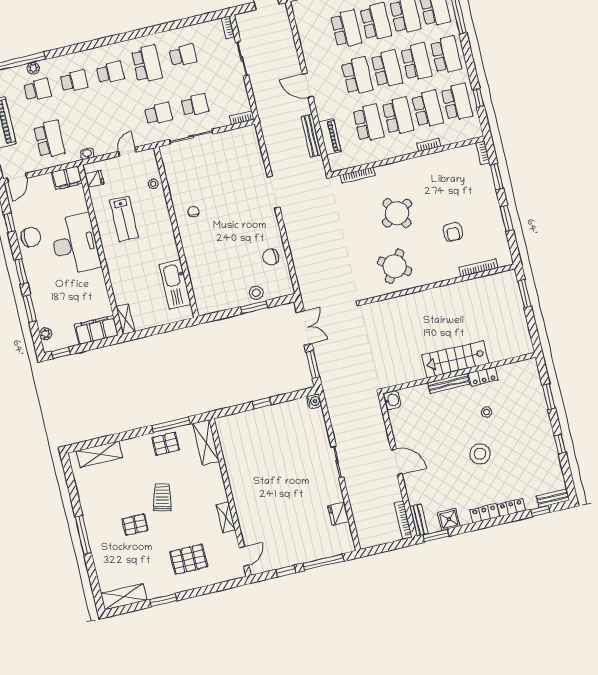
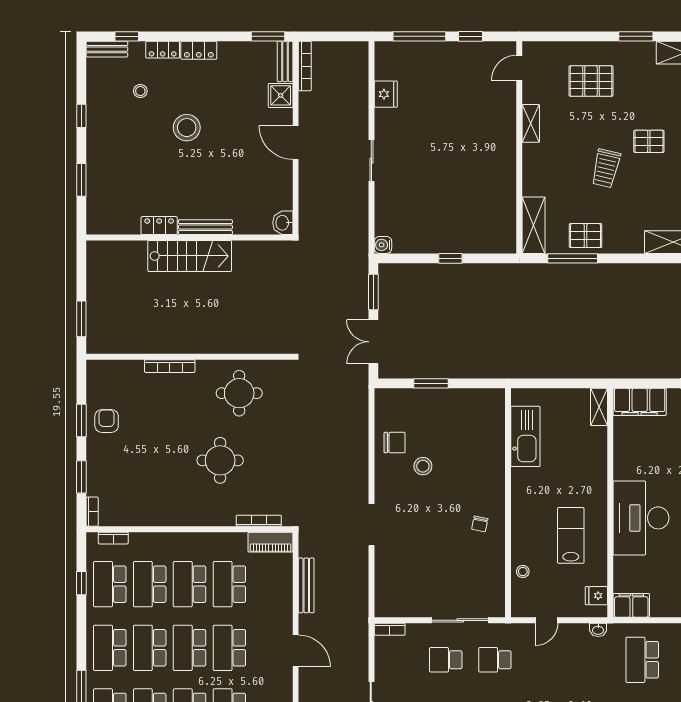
piano: (330, 137) -> (270, 542), moved, turned -90
bookcase: (429, 145) -> (113, 538), moved
round table: (397, 213) -> (220, 460), turned 30
armchair: (453, 232) -> (107, 421), moved
round table: (395, 266) -> (239, 393), turned -34
bookcase: (478, 268) -> (170, 366), moved
stool: (256, 293) -> (423, 466), moved
stool: (486, 412) -> (140, 91), moved
shower: (449, 519) -> (281, 95), moved

